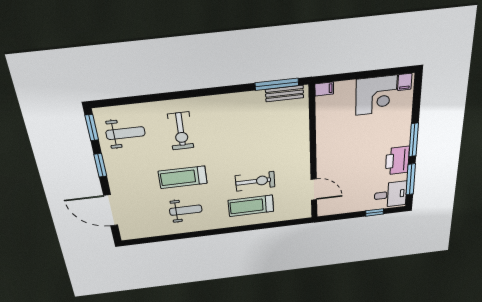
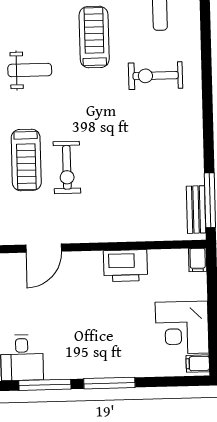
printer: (397, 160) -> (125, 266), moved, turned 180
treadmill: (183, 177) -> (94, 37), moved
treadmill: (251, 206) -> (26, 160), turned 180
weight bench: (186, 210) -> (30, 70), turned -90

